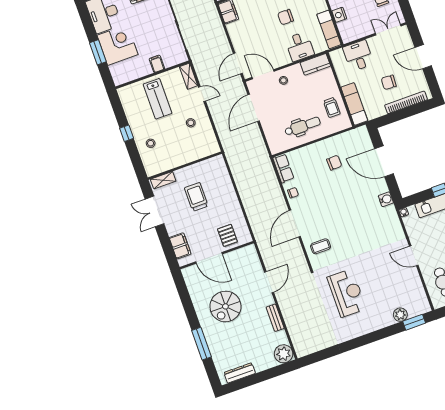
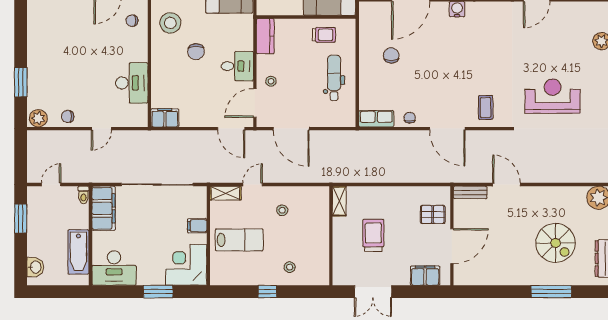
corner desk: (118, 45) -> (186, 265), moved
desk: (300, 47) -> (237, 66), moved
shelving: (163, 180) -> (339, 201), moved
trolley: (196, 197) -> (373, 235), turned 90
spiral stairs: (225, 306) -> (556, 243), moved
bench: (275, 318) -> (470, 192), moved

